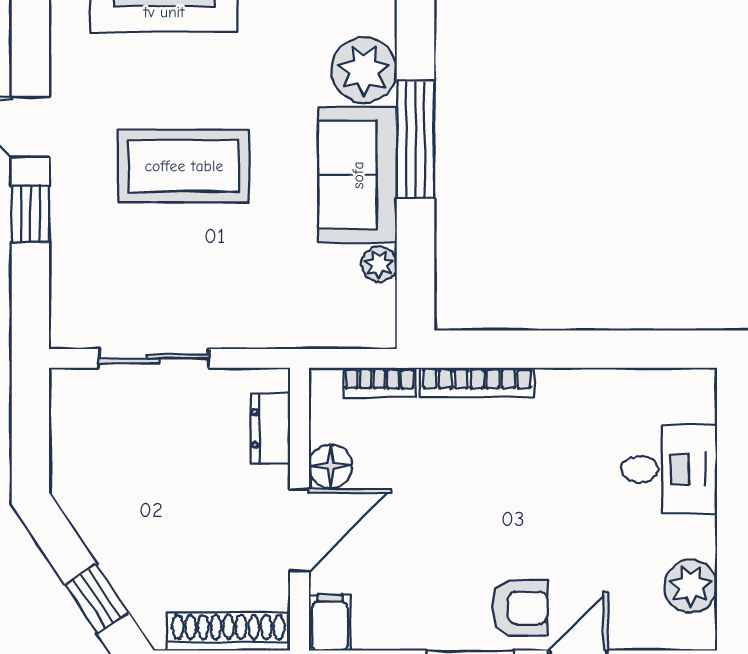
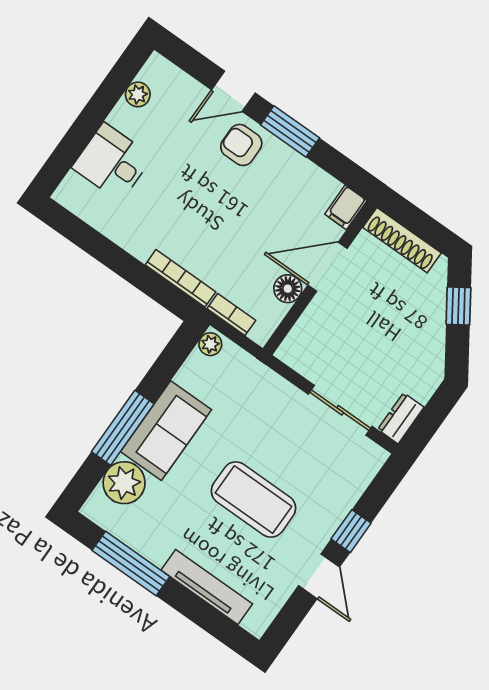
plant: (379, 264) -> (210, 344), moved
dresser: (270, 429) -> (401, 418), moved, turned 180
plant: (691, 586) -> (138, 94), width x0.73, depth x0.73

